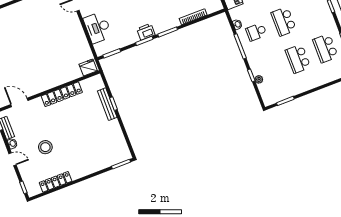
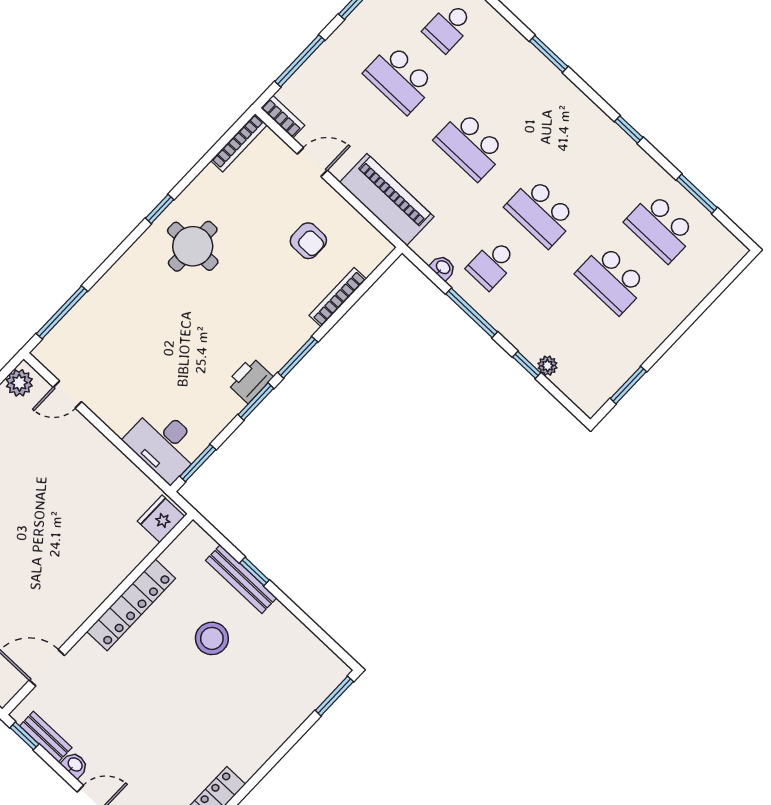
desk: (98, 28) -> (164, 444), moved
stool: (45, 147) -> (212, 638), moved

